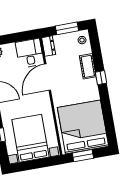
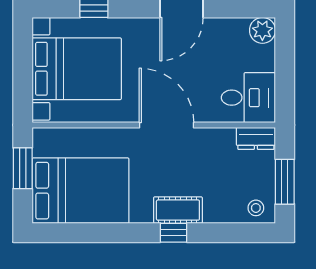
cot: (88, 66) -> (178, 210), moved
door: (47, 77) -> (166, 125), moved
bed: (83, 127) -> (80, 191), width x0.73

